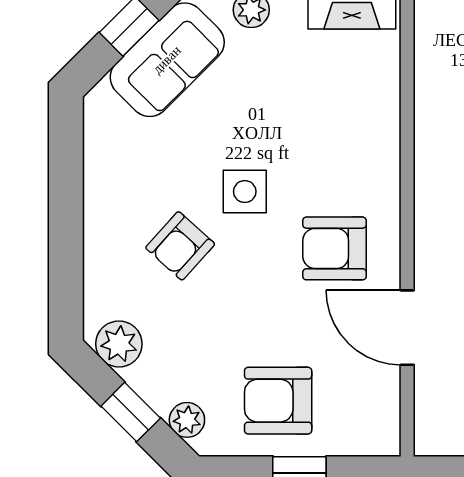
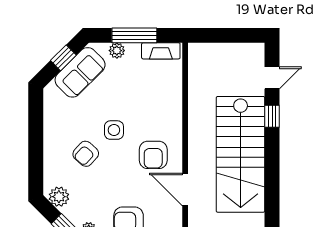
armchair: (335, 248) -> (153, 155), turned -90

